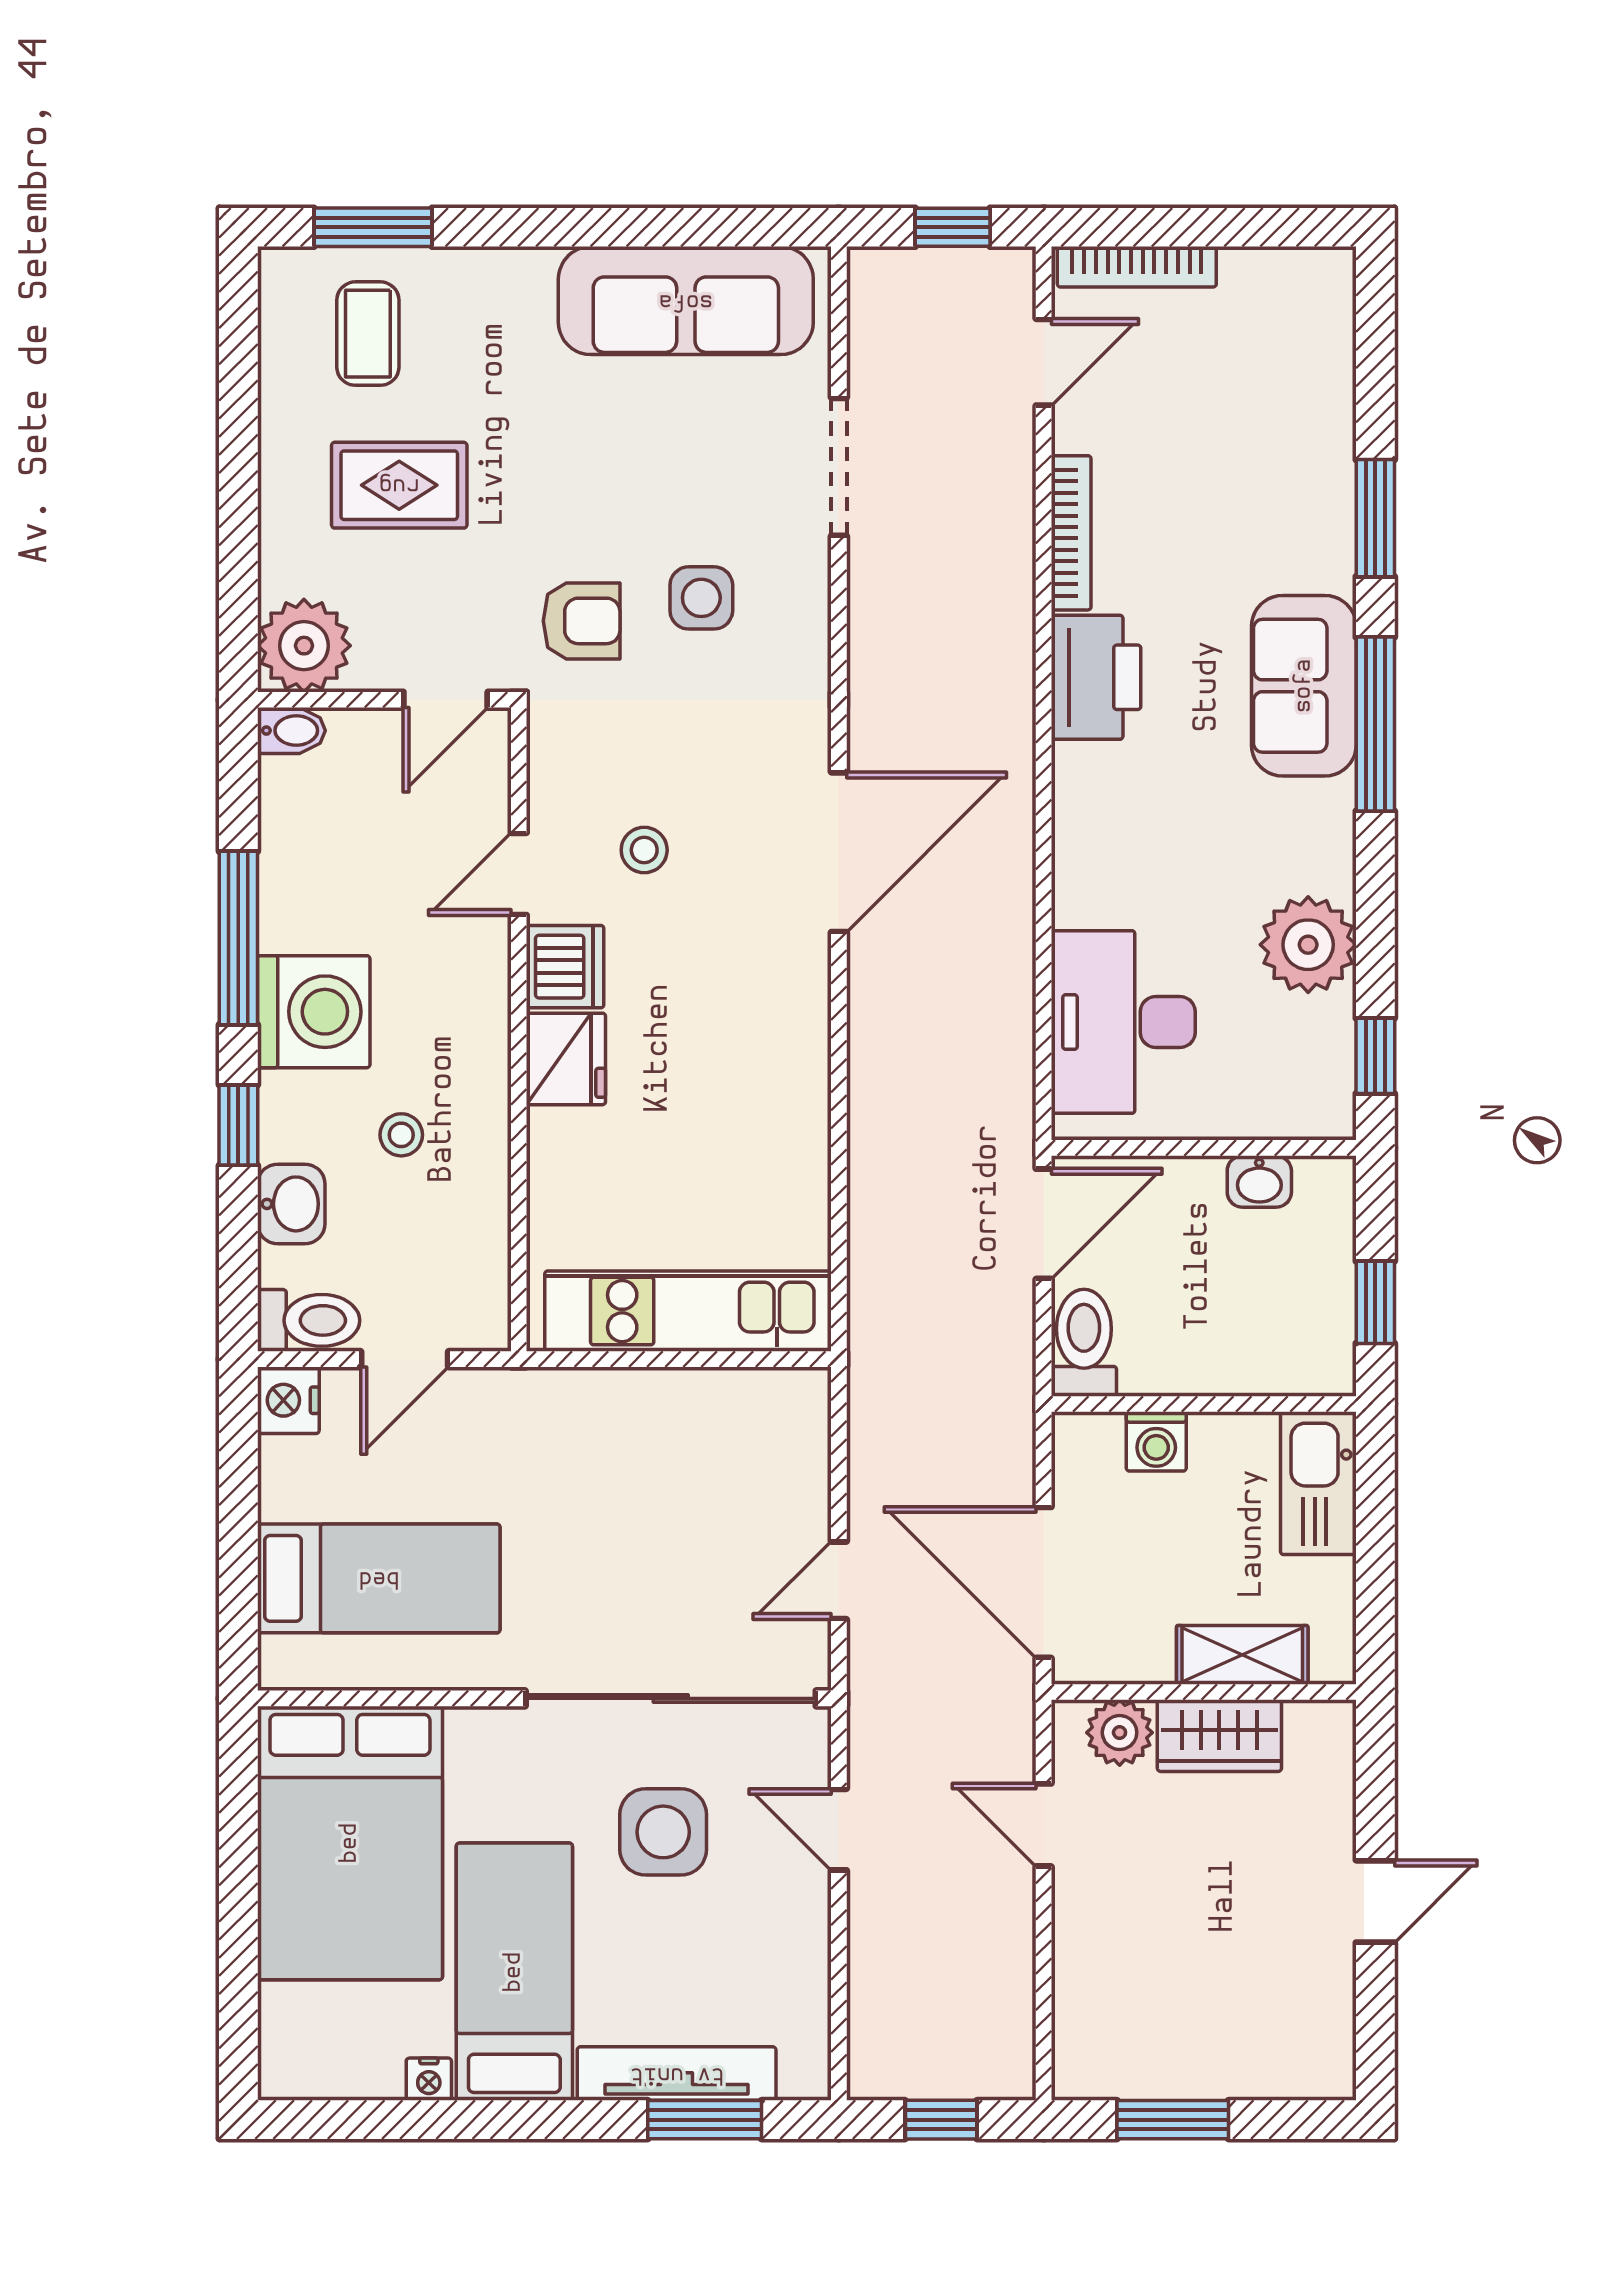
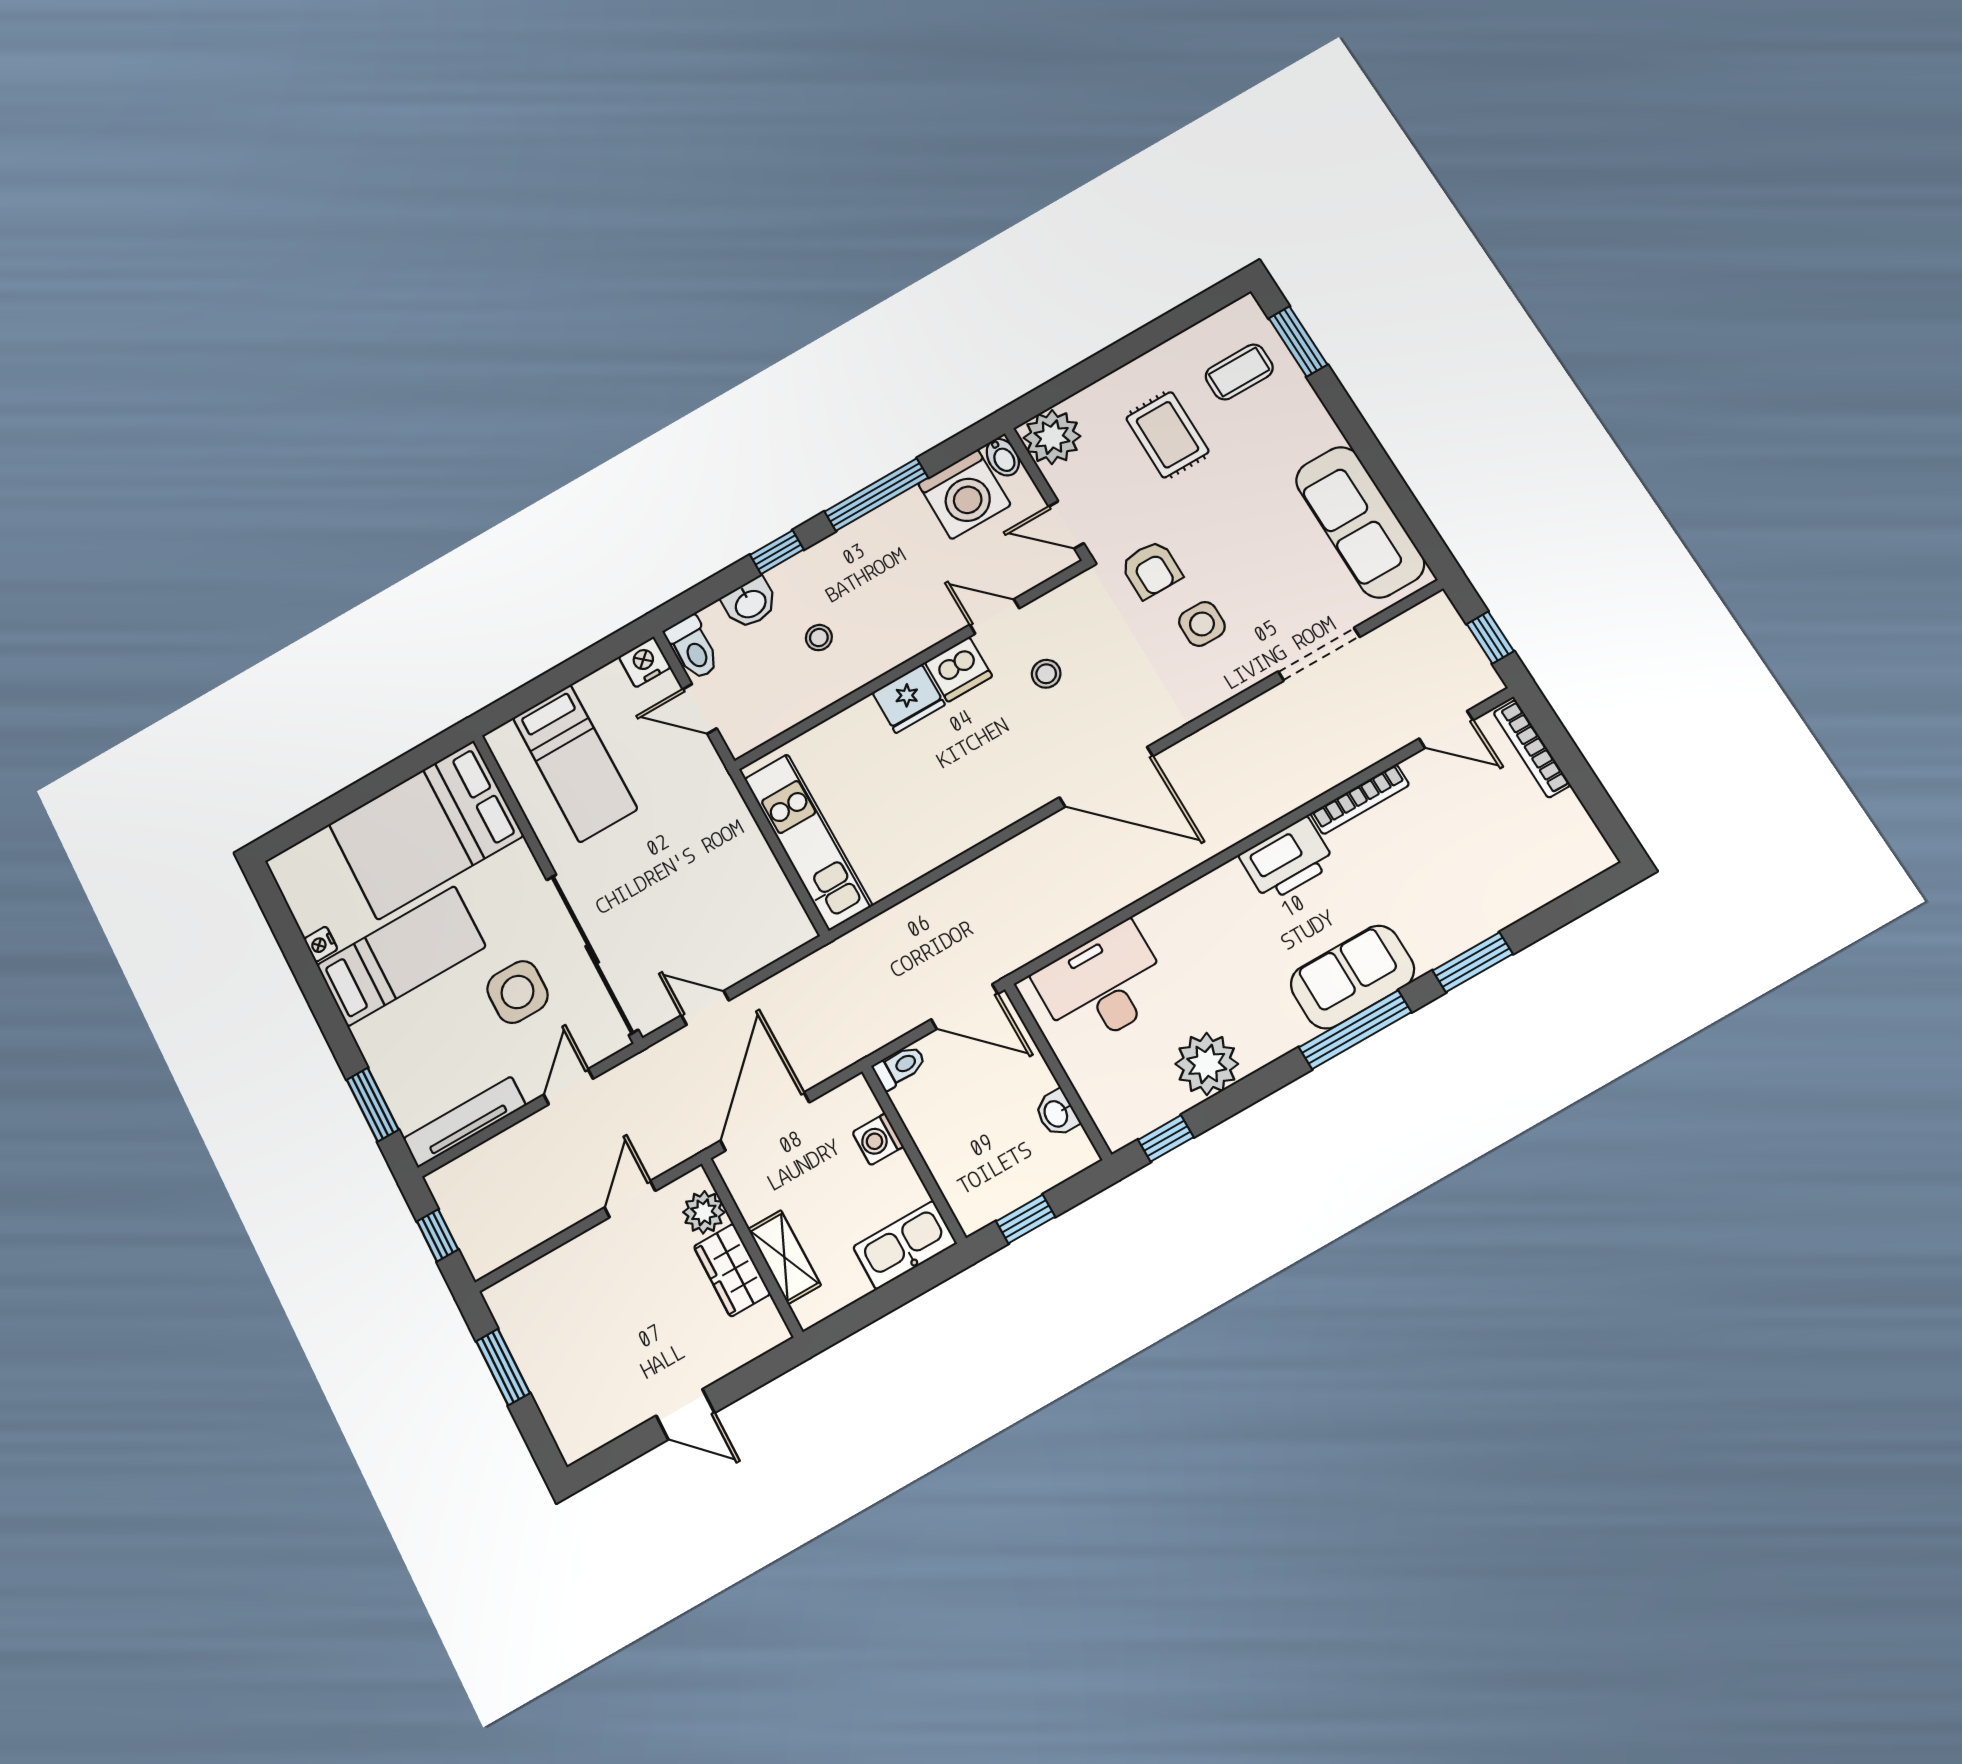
washing machine: (314, 1012) -> (964, 494), moved
toilet: (1084, 1343) -> (900, 1067), width x0.73, depth x0.72
tv unit: (677, 2074) -> (465, 1122), moved, turned -90

